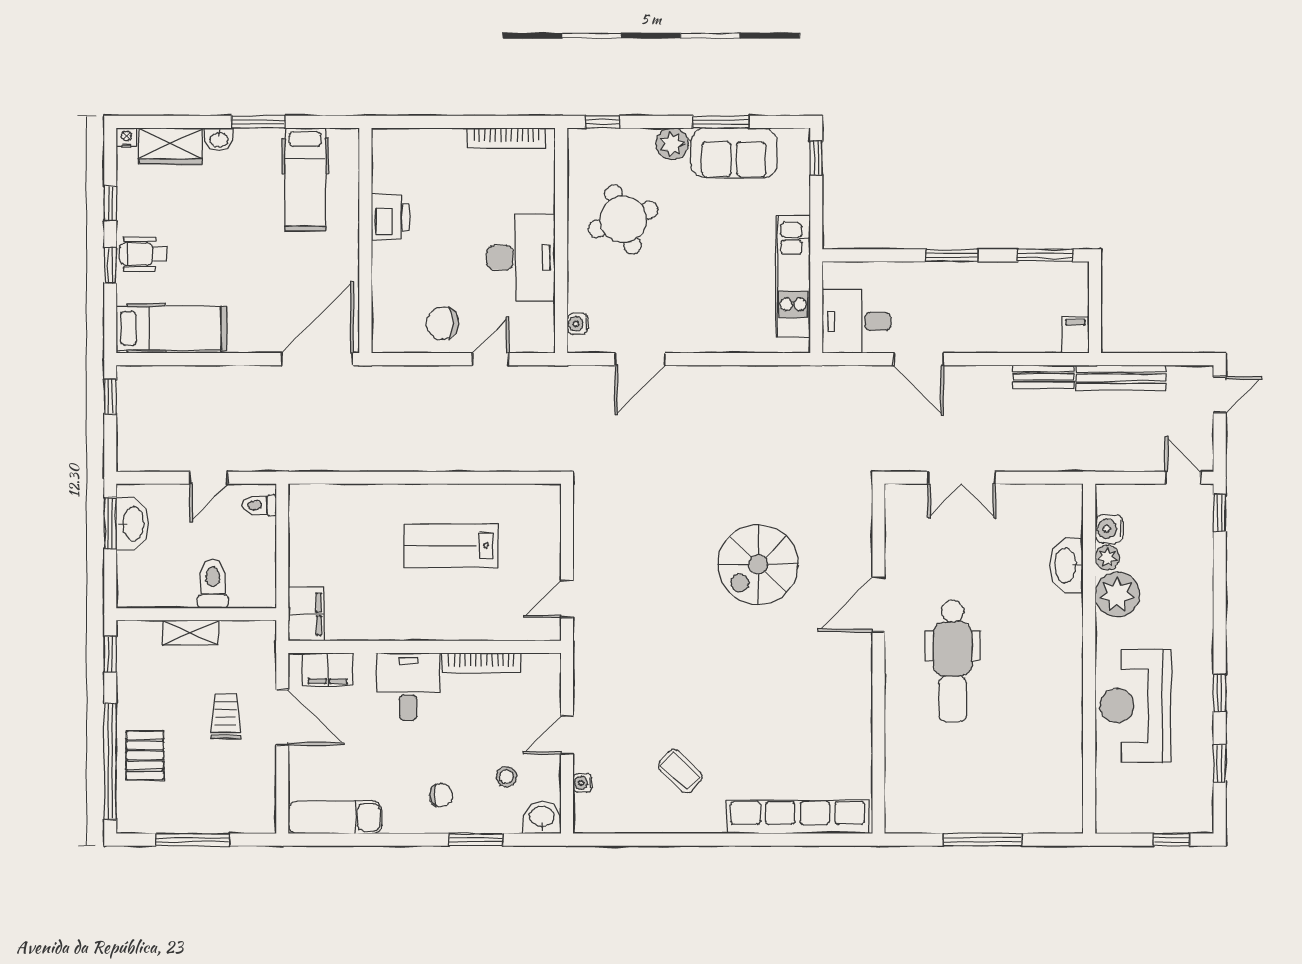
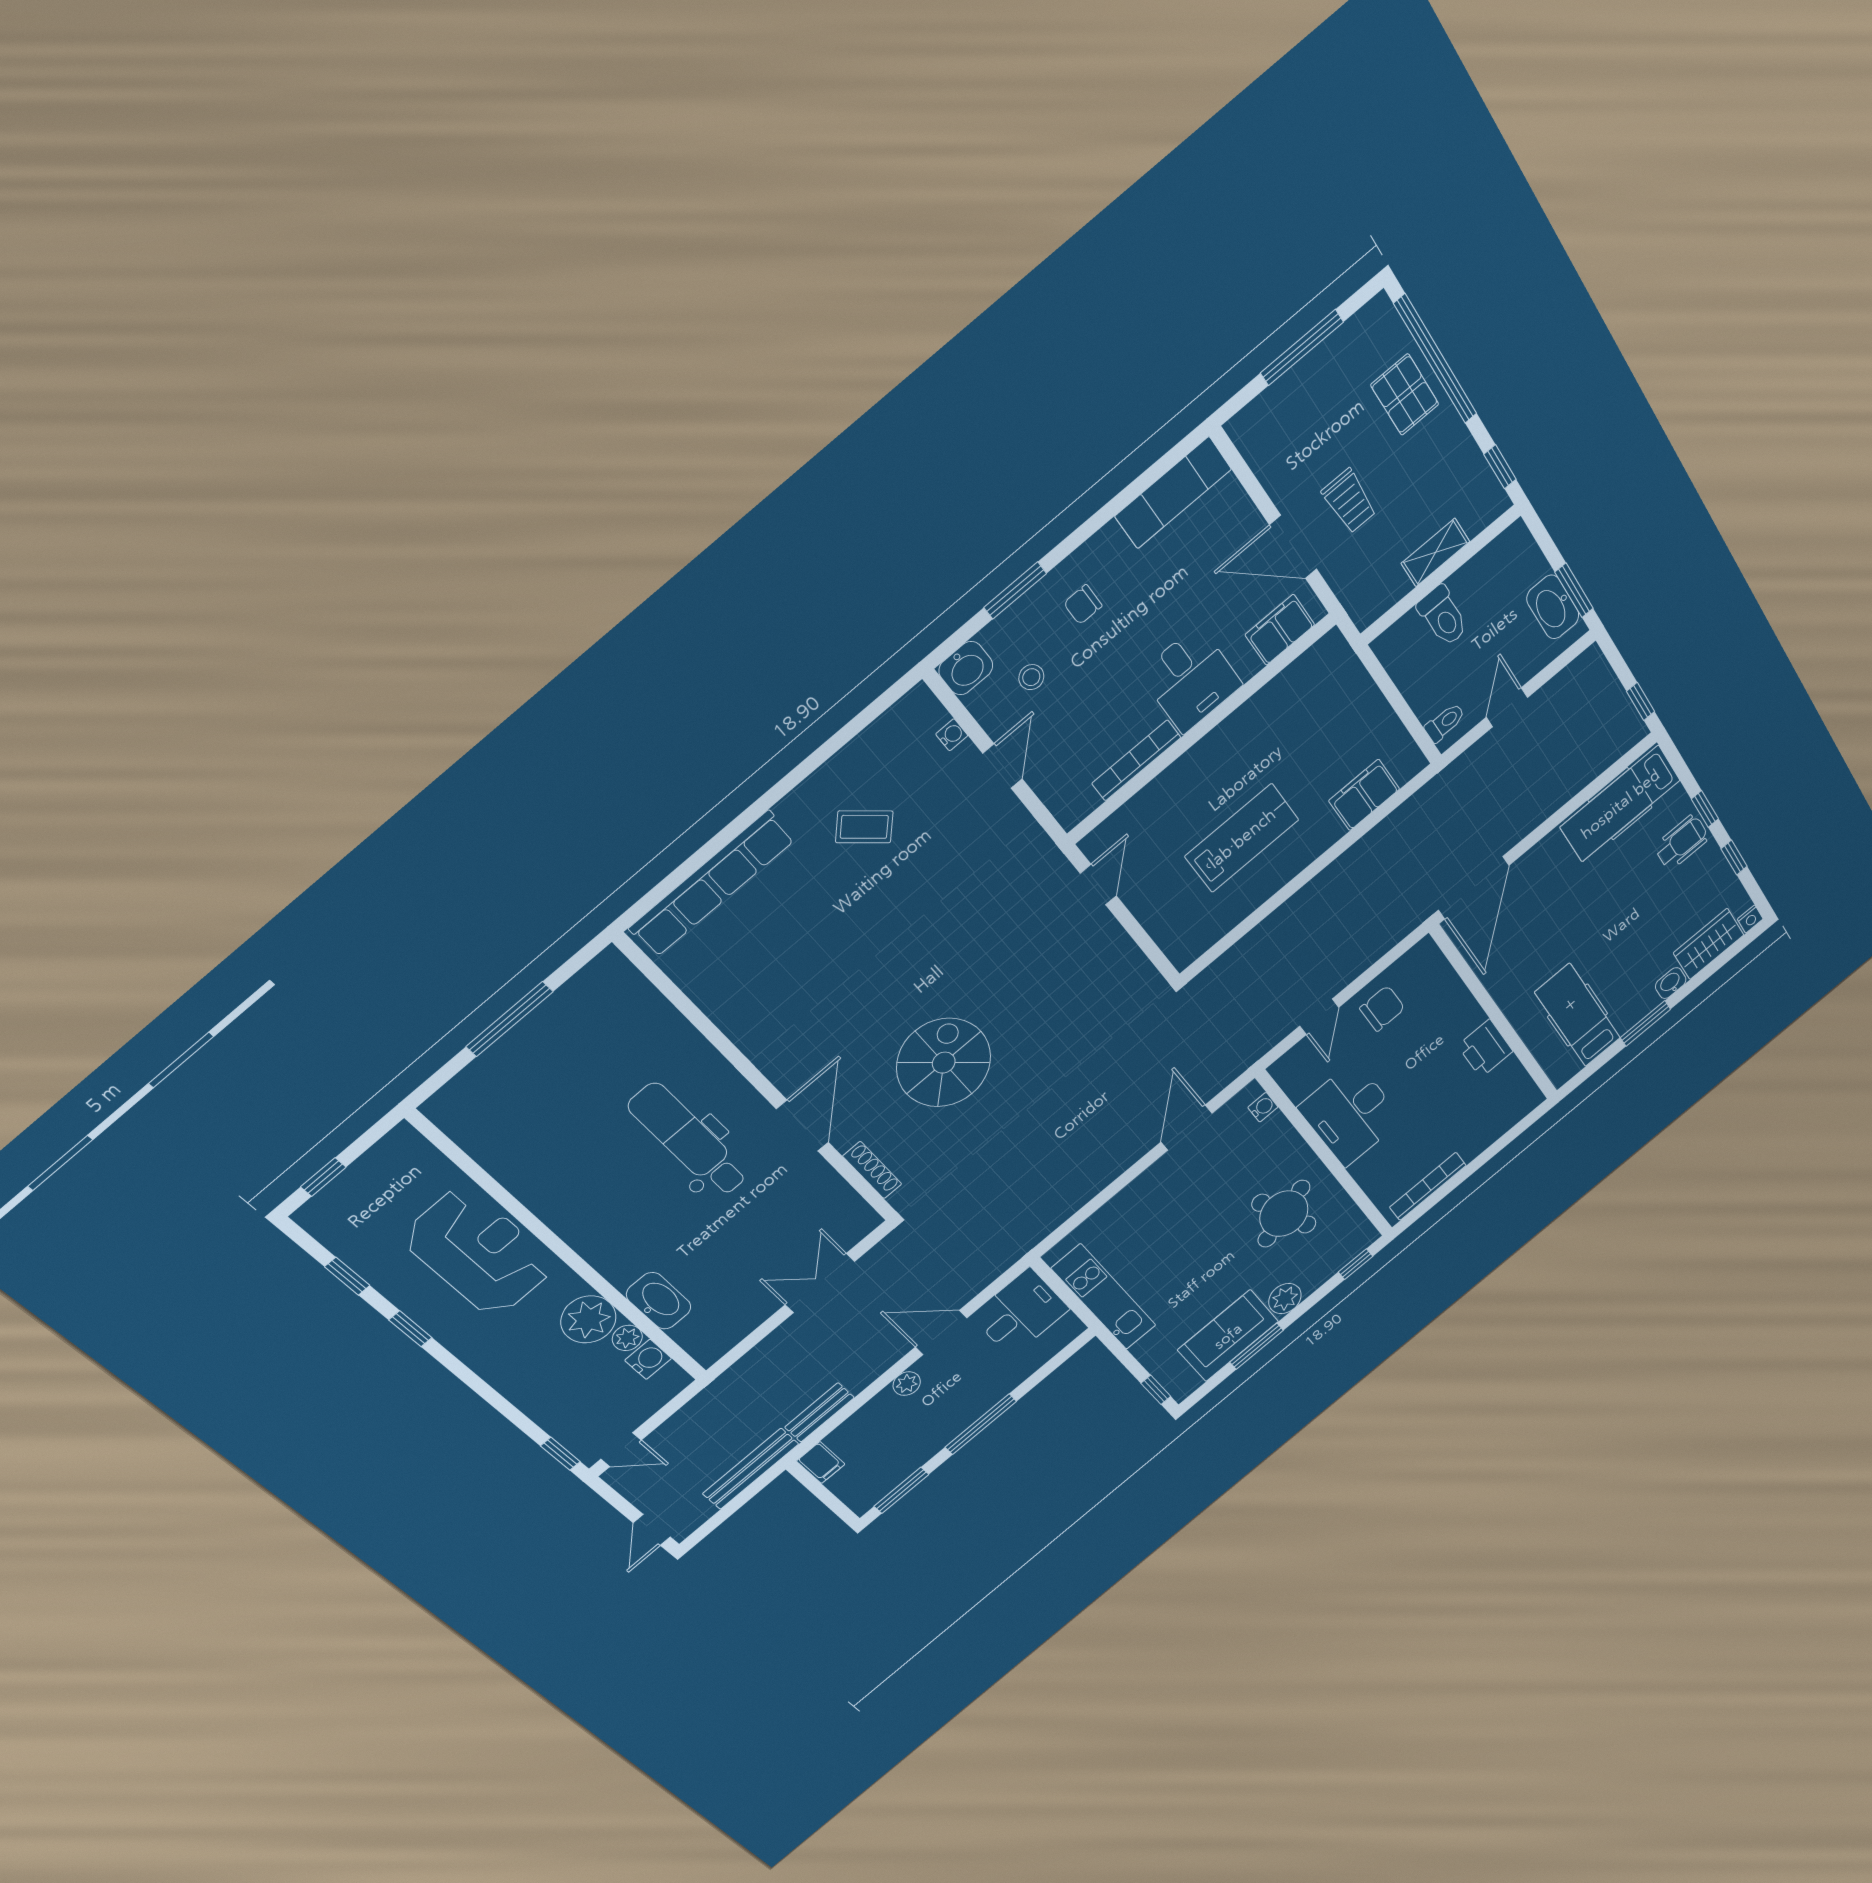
window: (952, 255) -> (981, 1424), width x1.44
plant: (972, 341) -> (907, 1384), added
shoe rack: (863, 530) -> (872, 1170), added
filing cabinet: (306, 614) -> (1364, 795), moved, turned 90

